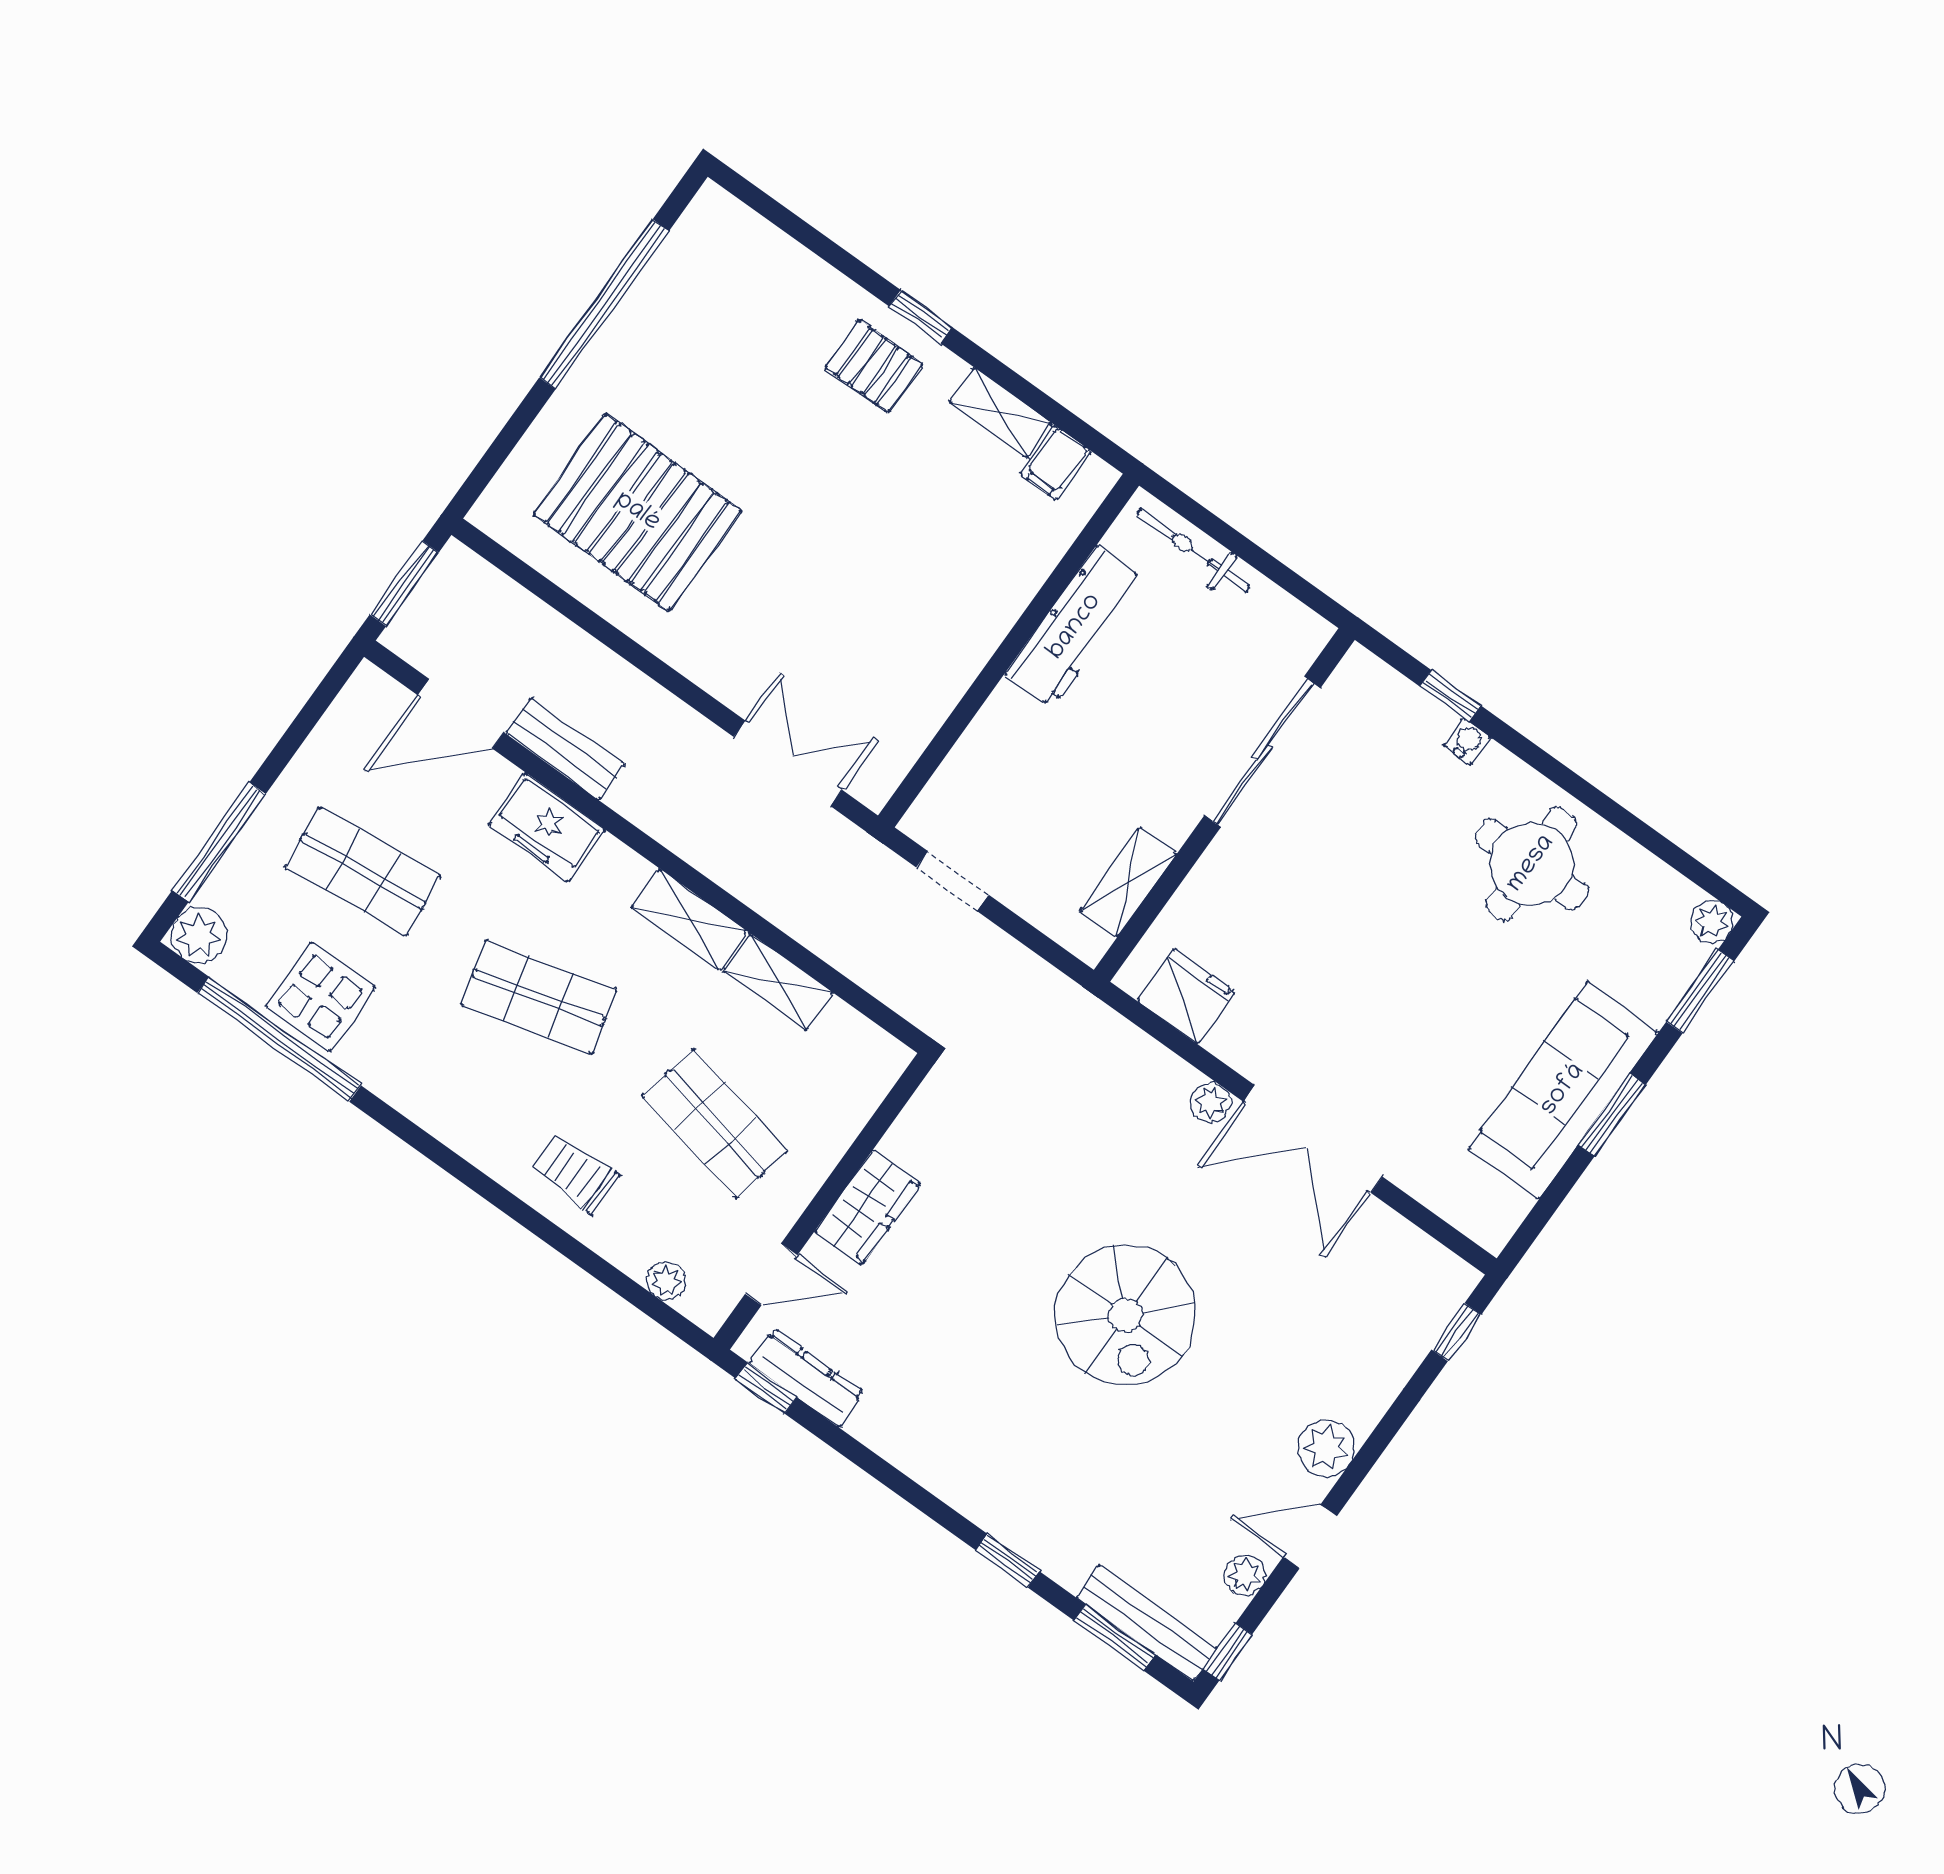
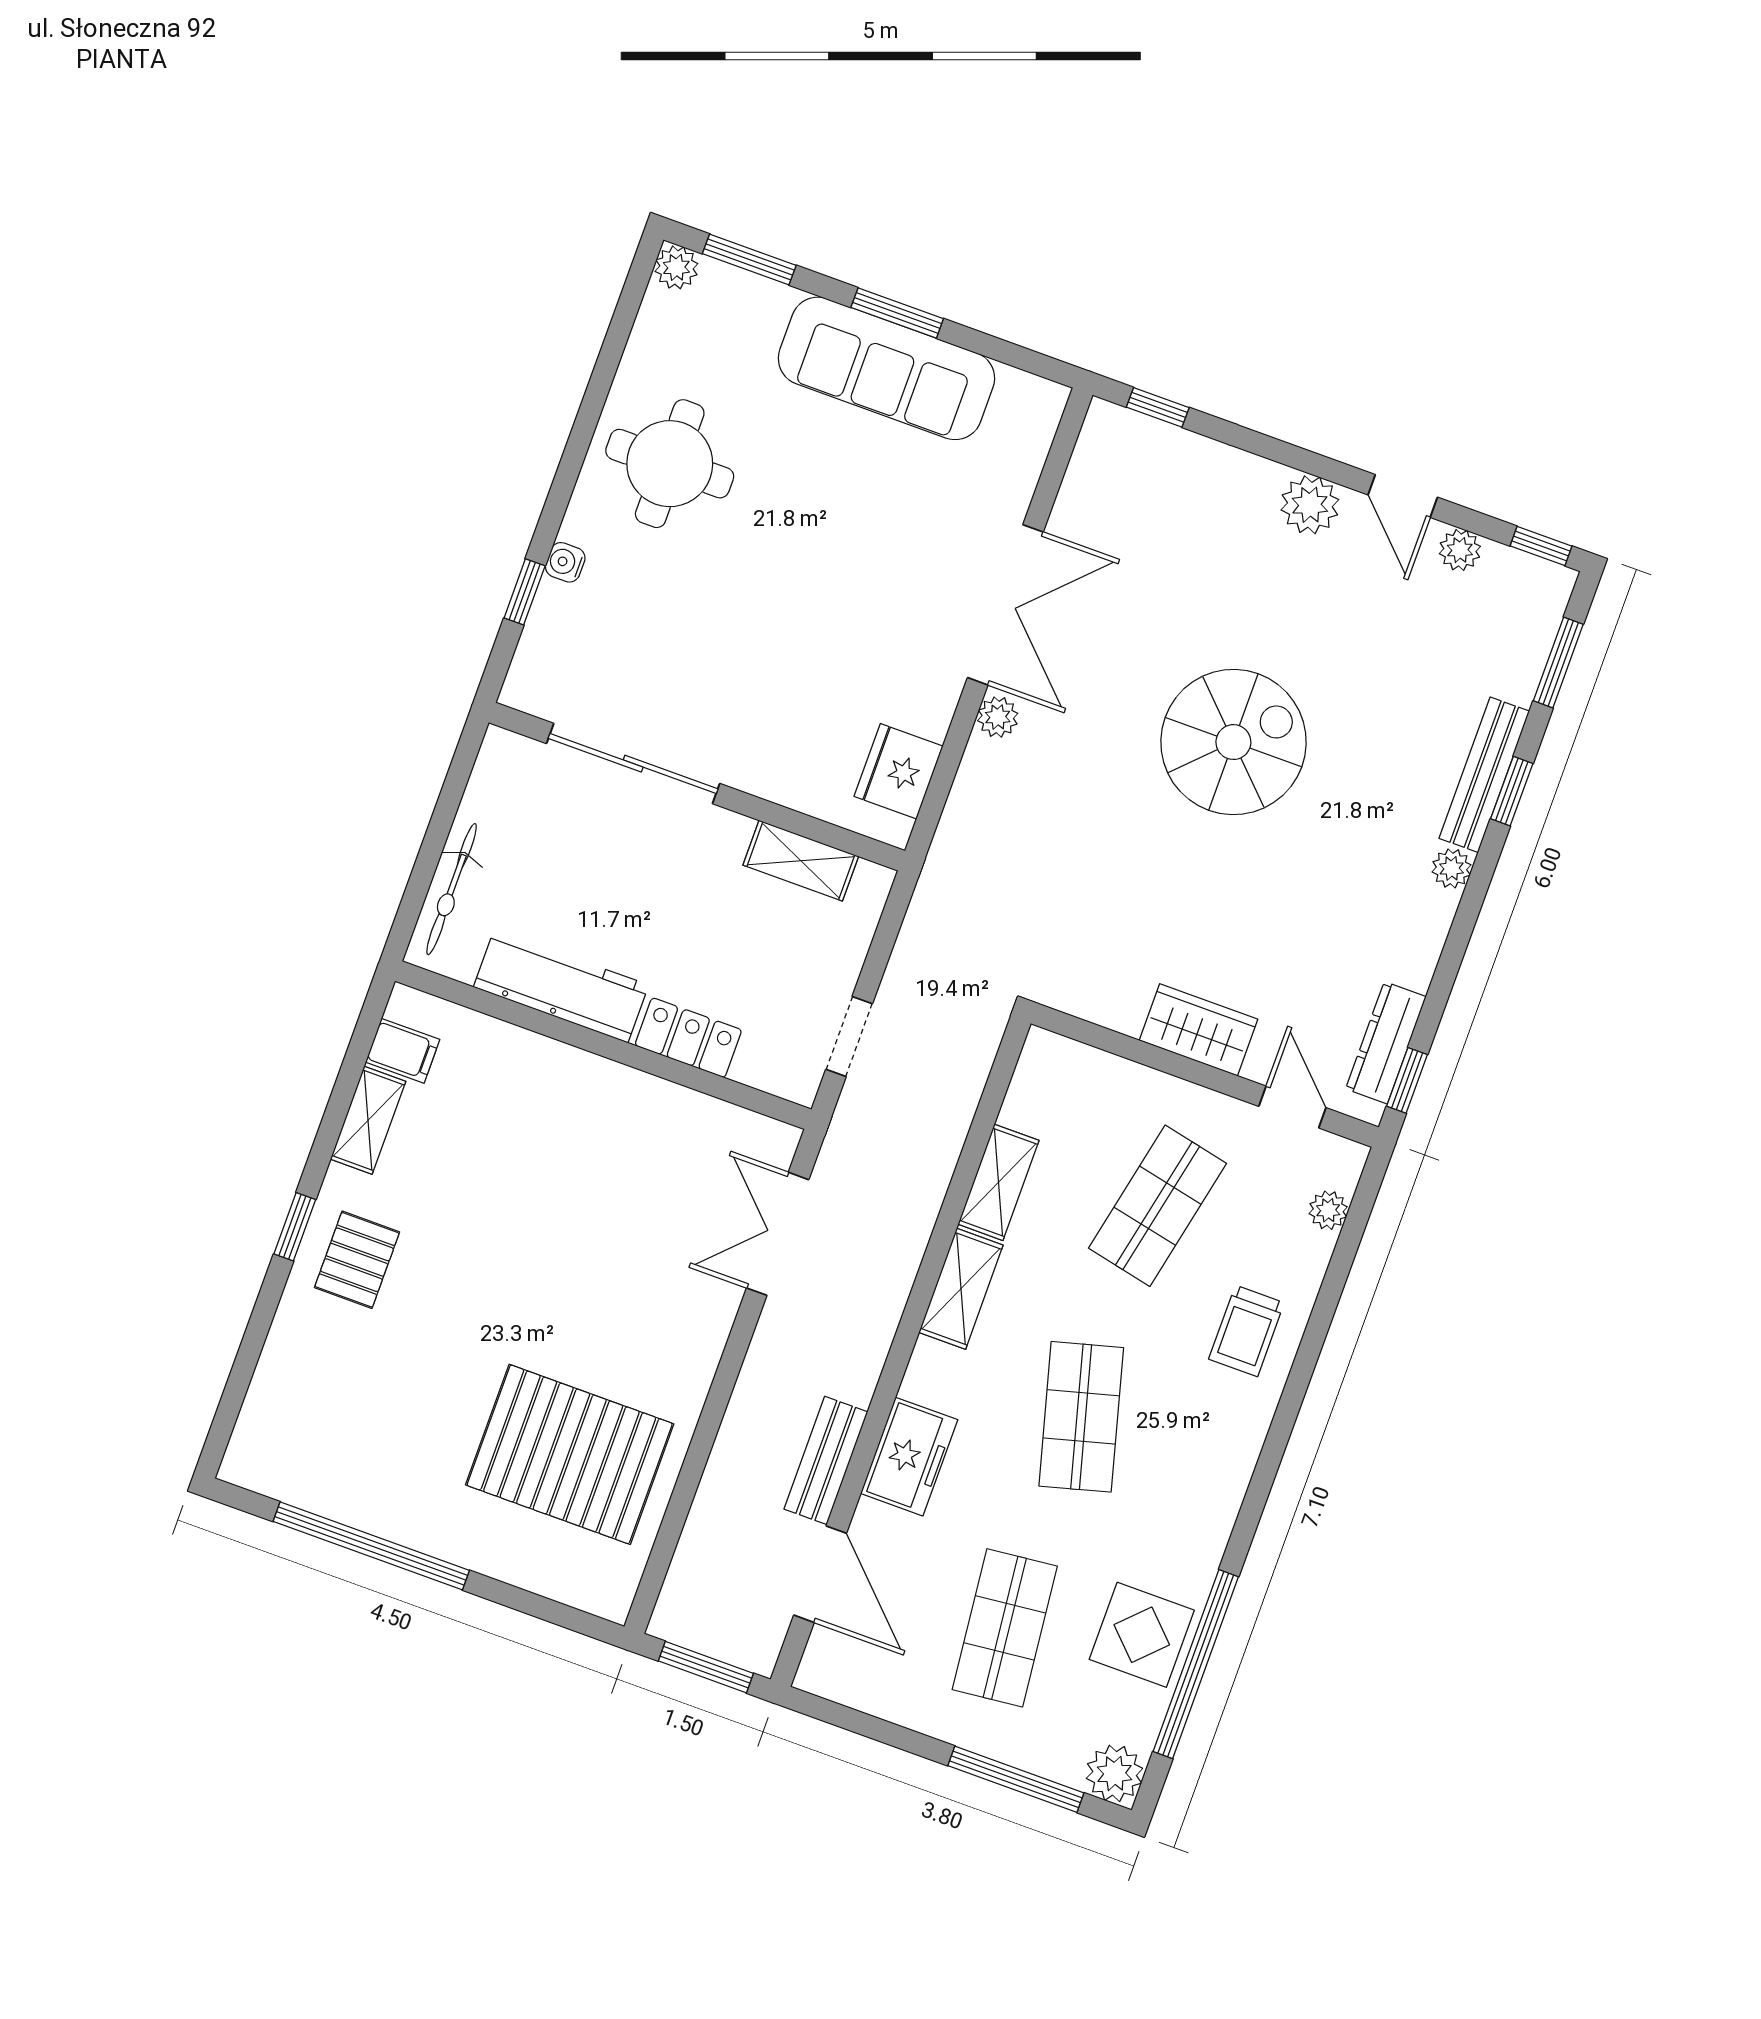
pallet: (637, 512) -> (570, 1454), turned 90
locker: (993, 731) -> (688, 1038), added
plant: (951, 1485) -> (1452, 868), added
bench: (1147, 1623) -> (1484, 775), moved

